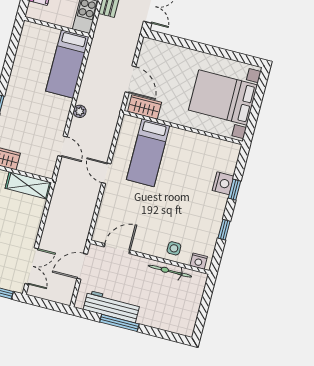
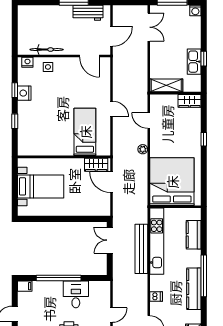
bed: (67, 64) -> (172, 182), width x2.04
bed with nightstands: (223, 98) -> (41, 186), width x0.73
nightstand: (223, 183) -> (24, 93), moved
door: (117, 249) -> (89, 56), hinge flipped
double door: (32, 266) -> (149, 27), swing flipped
workbench: (112, 306) -> (88, 13), width x0.73

